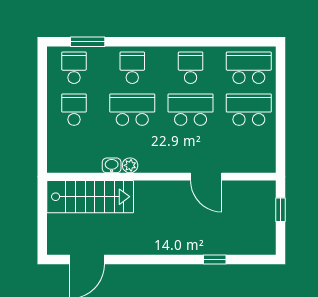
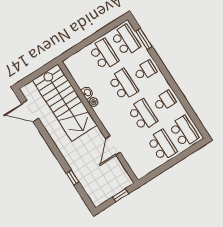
school desk: (74, 68) -> (126, 40), width x1.85
school desk: (74, 110) -> (104, 54), width x1.85
stairs: (90, 197) -> (65, 103), width x1.36, depth x1.51

